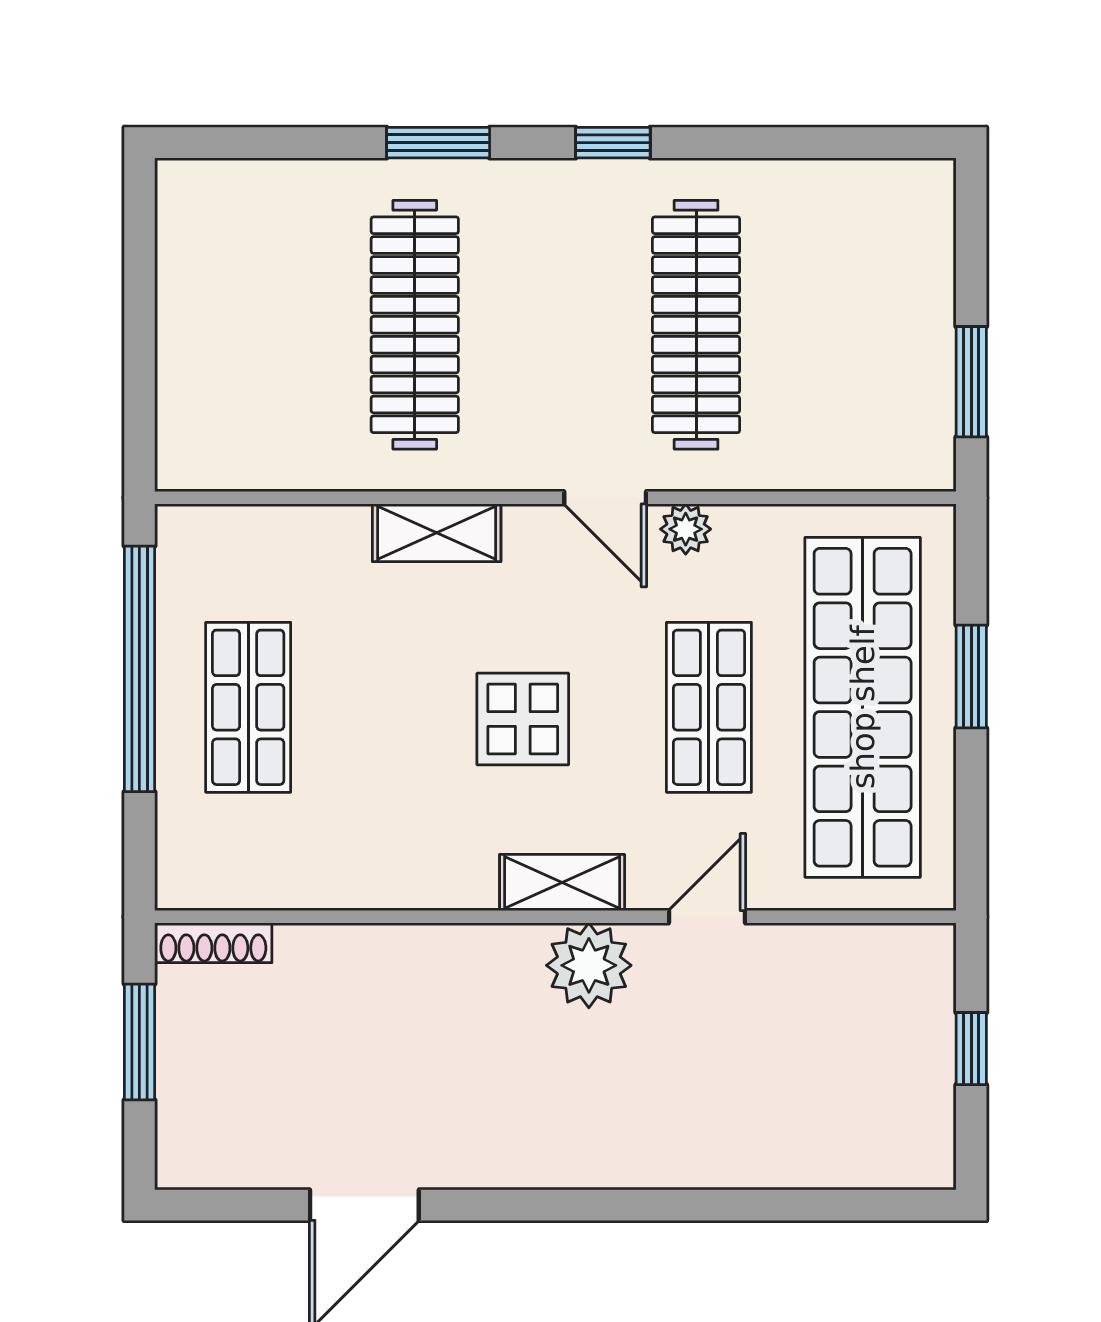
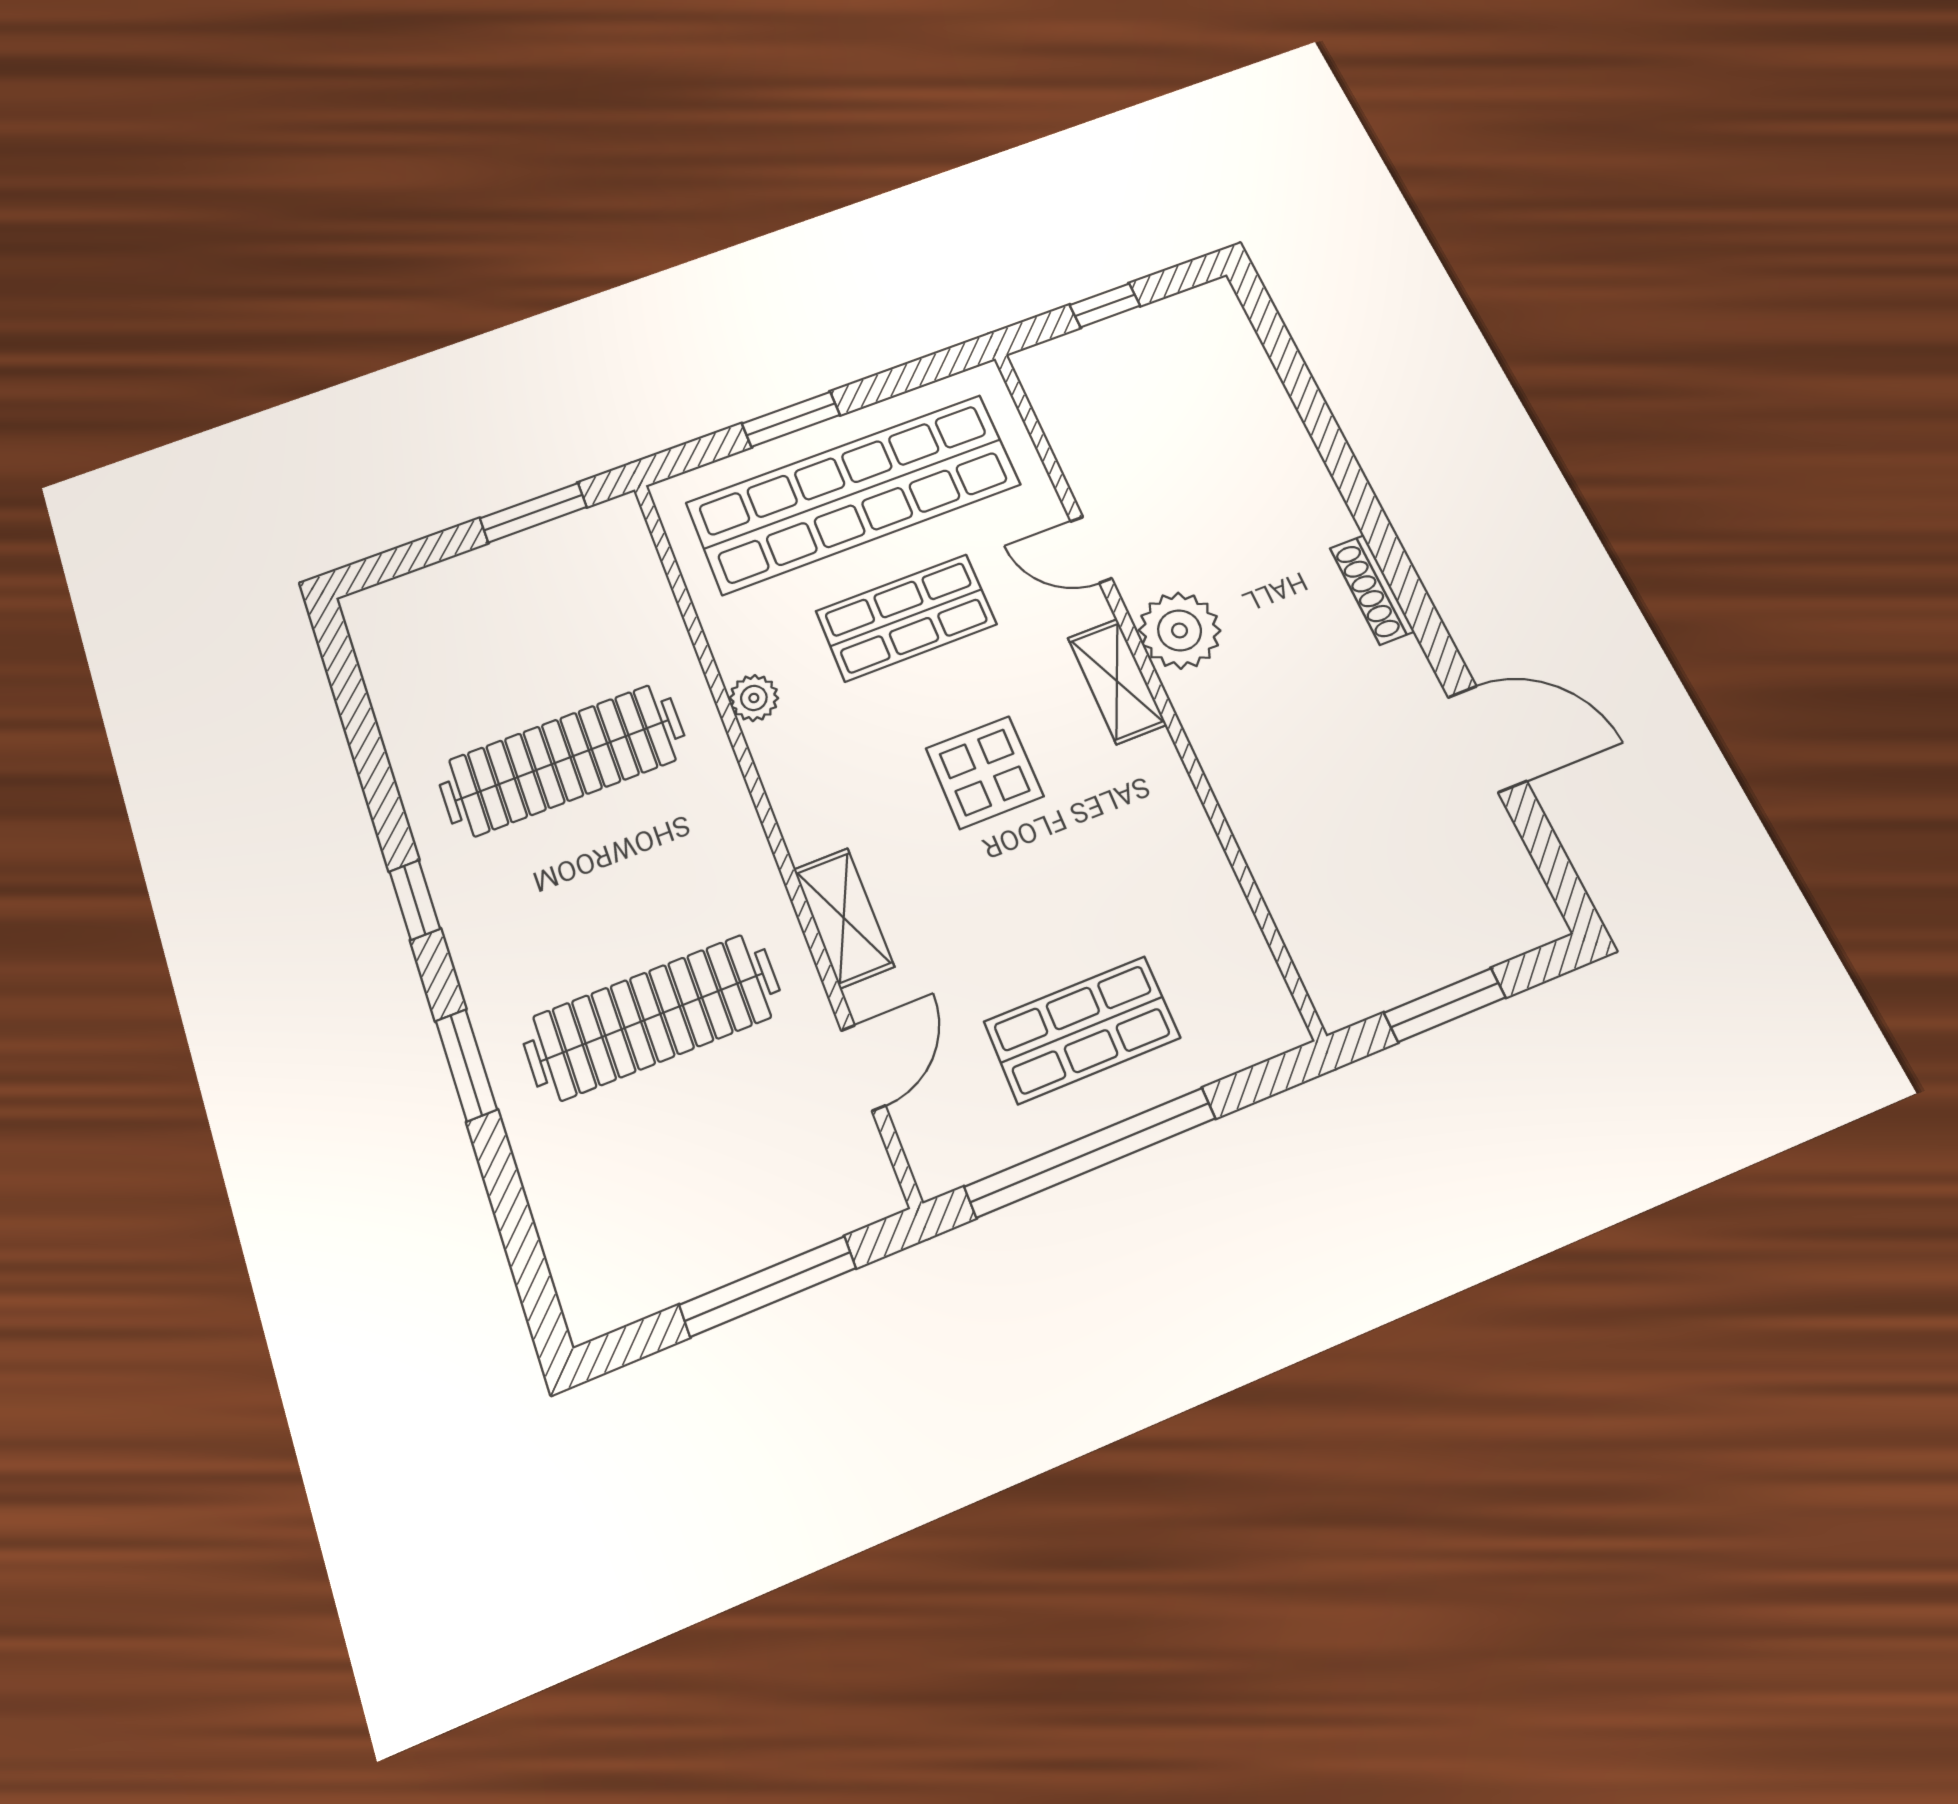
window: (139, 343) -> (768, 1286), added
door: (605, 498) -> (863, 1068), moved
shoe rack: (213, 943) -> (1372, 590), moved, turned 180

